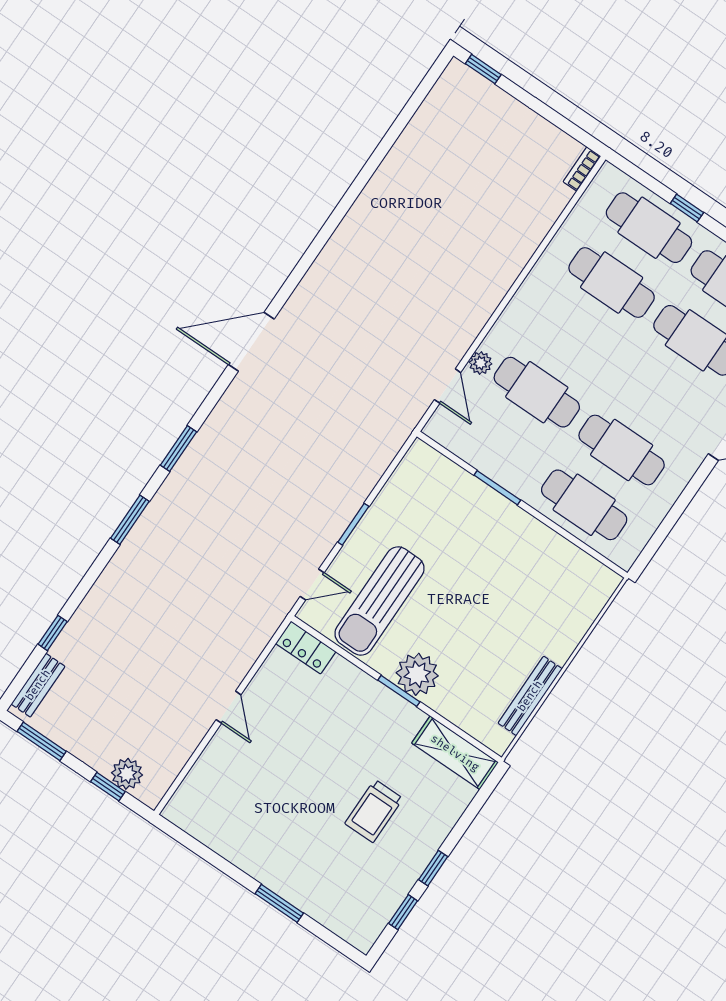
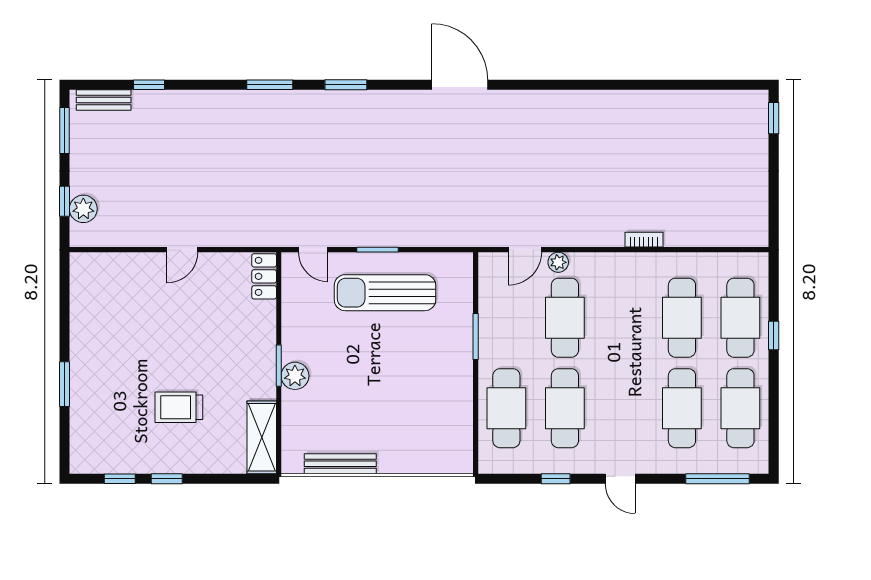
bookcase: (582, 169) -> (644, 240), moved
window: (682, 504) -> (556, 479), added
sun lounger: (380, 601) -> (385, 293), moved
plant: (417, 674) -> (295, 376), width x0.73, depth x0.73

